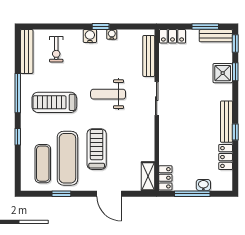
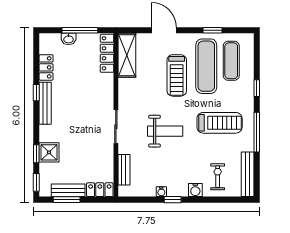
water cooler: (90, 36) -> (195, 190), moved
bench: (216, 36) -> (68, 190), moved
bench: (149, 56) -> (124, 170), width x0.73
shelving: (148, 176) -> (127, 55), width x1.50, depth x1.33
locker: (165, 178) -> (107, 53), width x1.53

